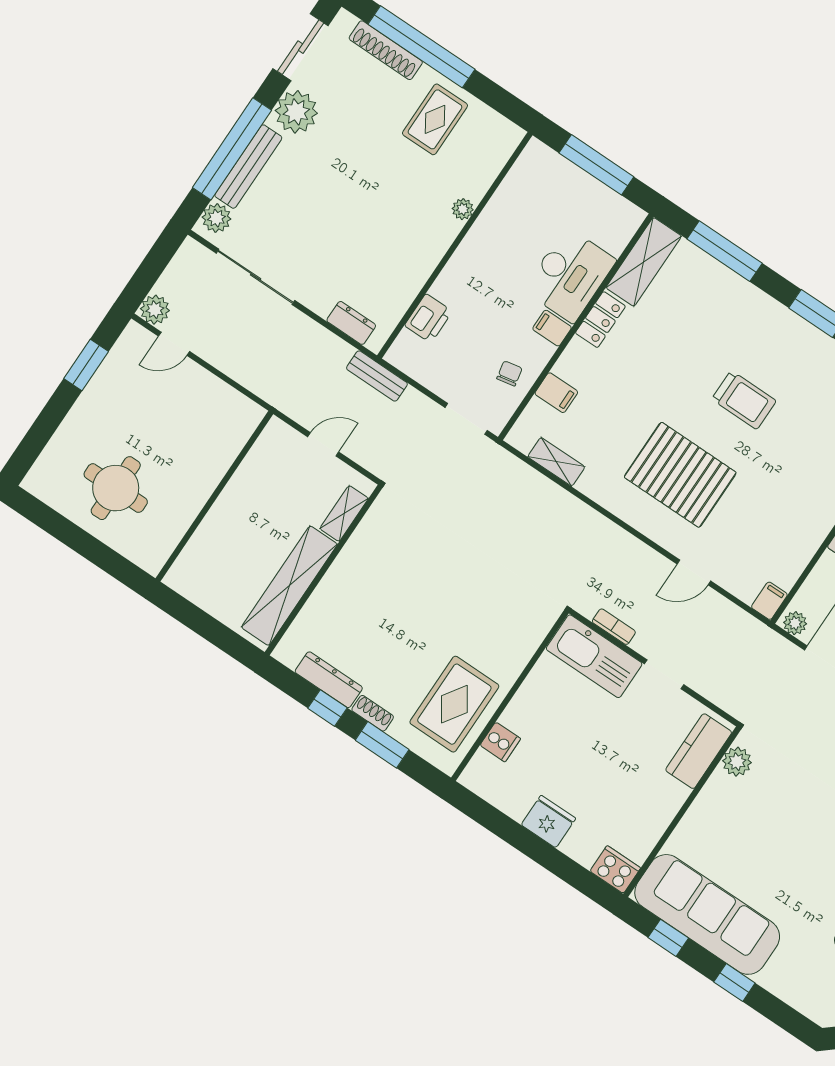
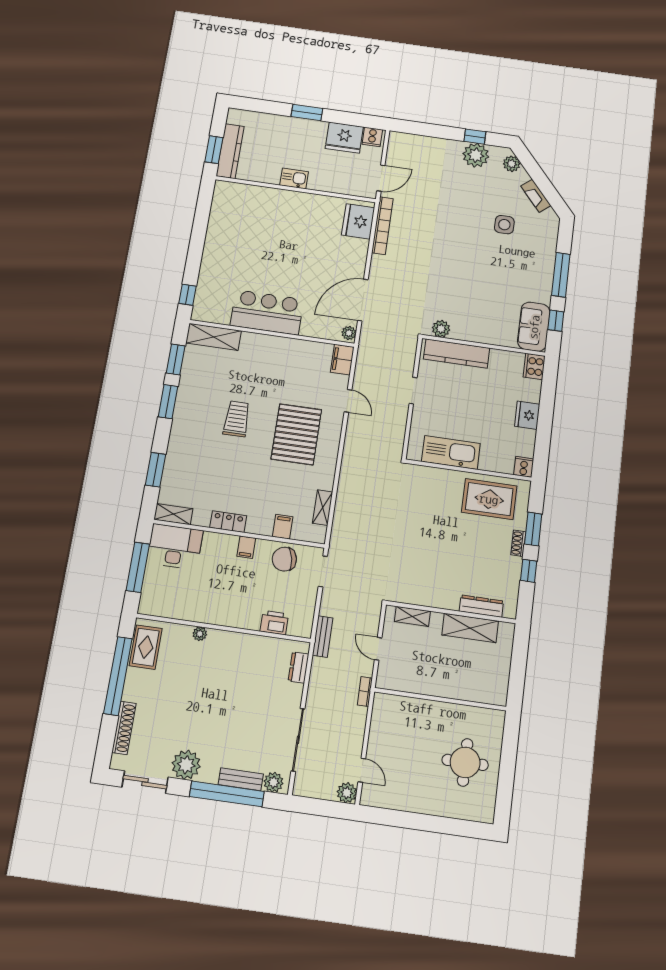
window: (421, 47) -> (118, 676), moved
rug: (435, 119) -> (146, 647), moved, turned 90
bench: (248, 167) -> (241, 779), width x0.73
window: (725, 251) -> (156, 470), width x0.69
shelving: (644, 262) -> (173, 514), width x0.67, depth x0.75
desk: (570, 275) -> (175, 547), moved
window: (86, 365) -> (401, 819), removed
chair: (509, 374) -> (284, 559), width x1.87, depth x1.87
shelving: (289, 586) -> (470, 628), width x0.68
filing cabinet: (769, 601) -> (342, 360), width x2.00
bookcase: (614, 627) -> (365, 692), moved
kitchen sink: (594, 656) -> (451, 453), moved, turned -90
dresser: (329, 680) -> (481, 606), moved, turned 90
cooker: (500, 742) -> (524, 467), moved
kitchen counter: (699, 751) -> (457, 353), width x1.50
sofa: (707, 914) -> (534, 327), width x0.54, depth x0.79
window: (734, 982) -> (561, 275), width x2.17

